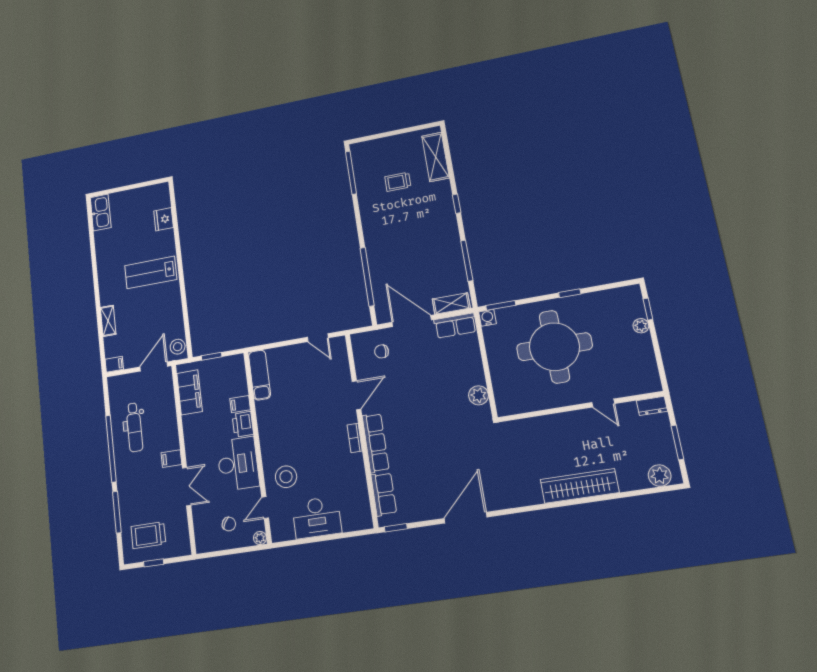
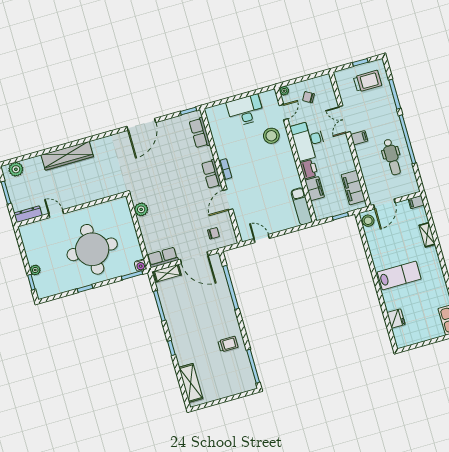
trolley: (398, 182) -> (228, 344), moved
filing cabinet: (240, 404) -> (315, 189), width x2.00
dresser: (652, 406) -> (28, 214), width x1.44
dental chair: (134, 427) -> (392, 157), turned 180
row of seats: (375, 443) -> (212, 174), width x0.68

